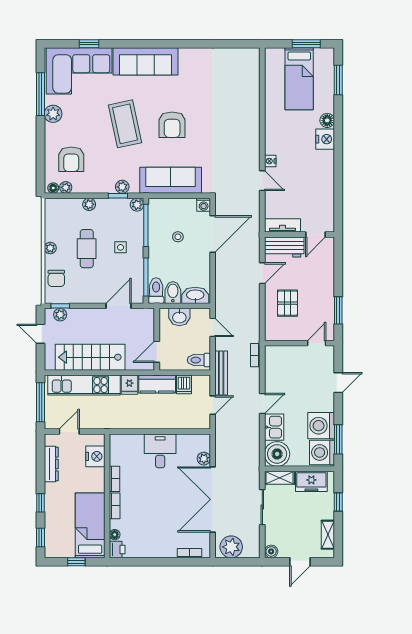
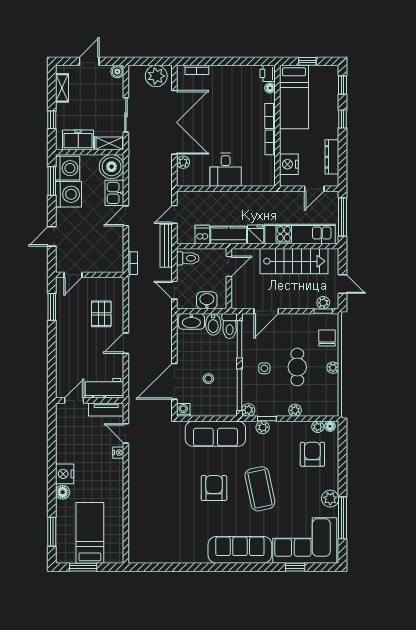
tv unit: (283, 225) -> (106, 409), moved
wall: (299, 235) -> (90, 401), moved
door: (315, 235) -> (74, 401), moved
workbench: (284, 247) -> (105, 388), moved

